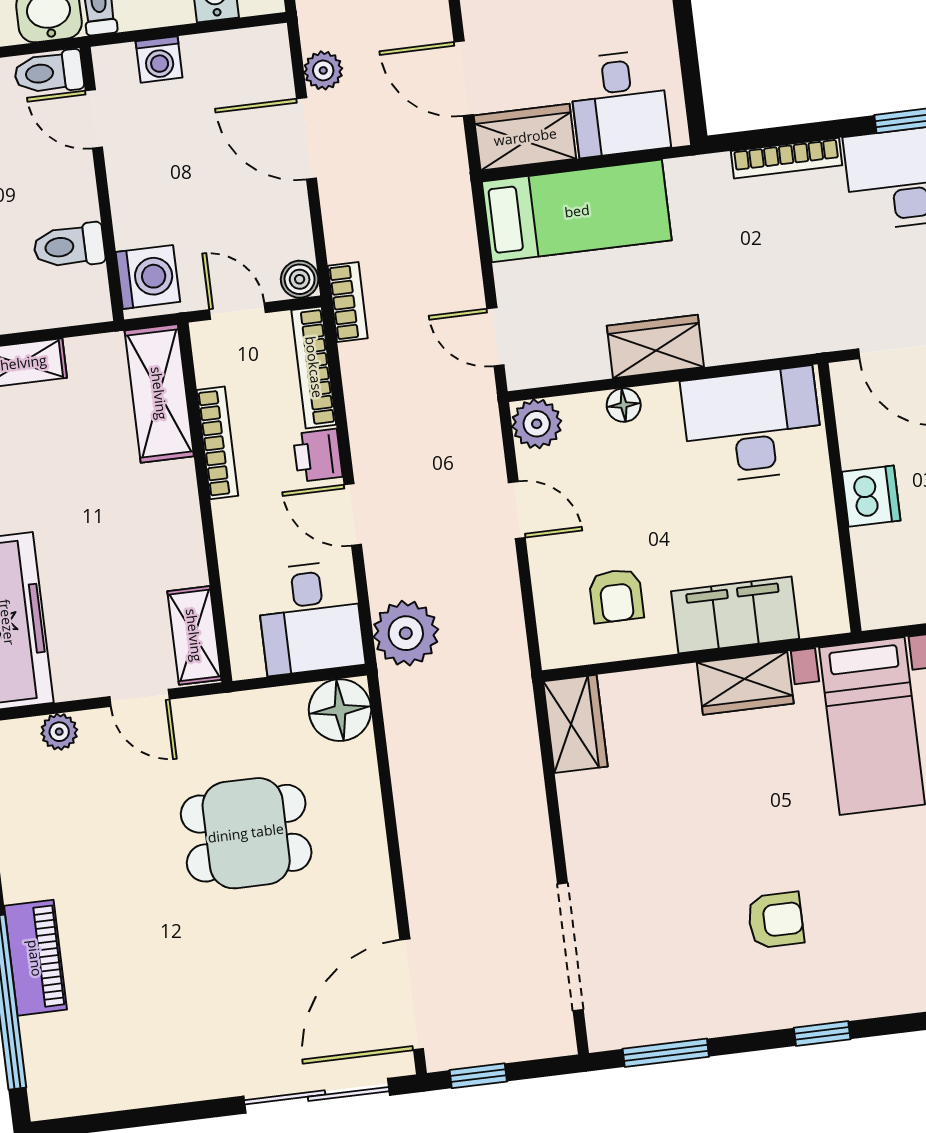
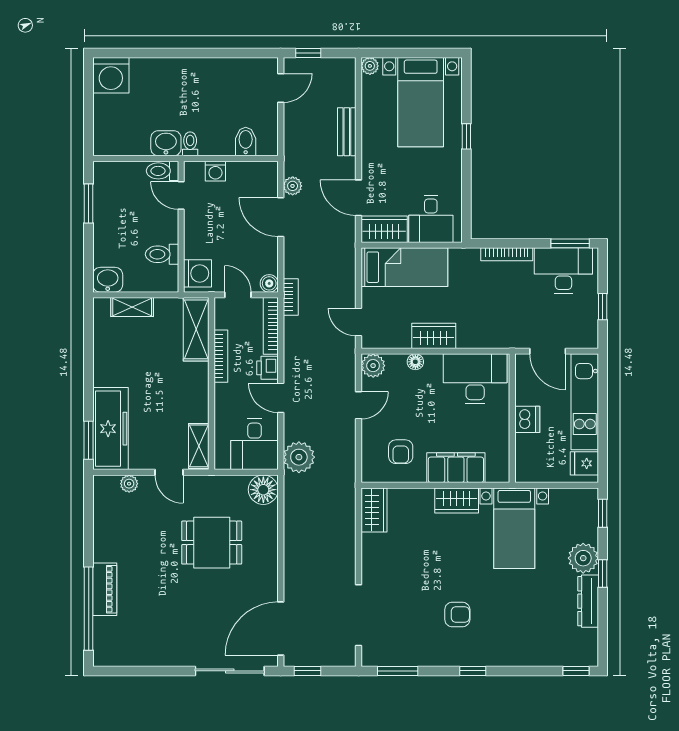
door: (517, 510) -> (359, 405), hinge flipped

